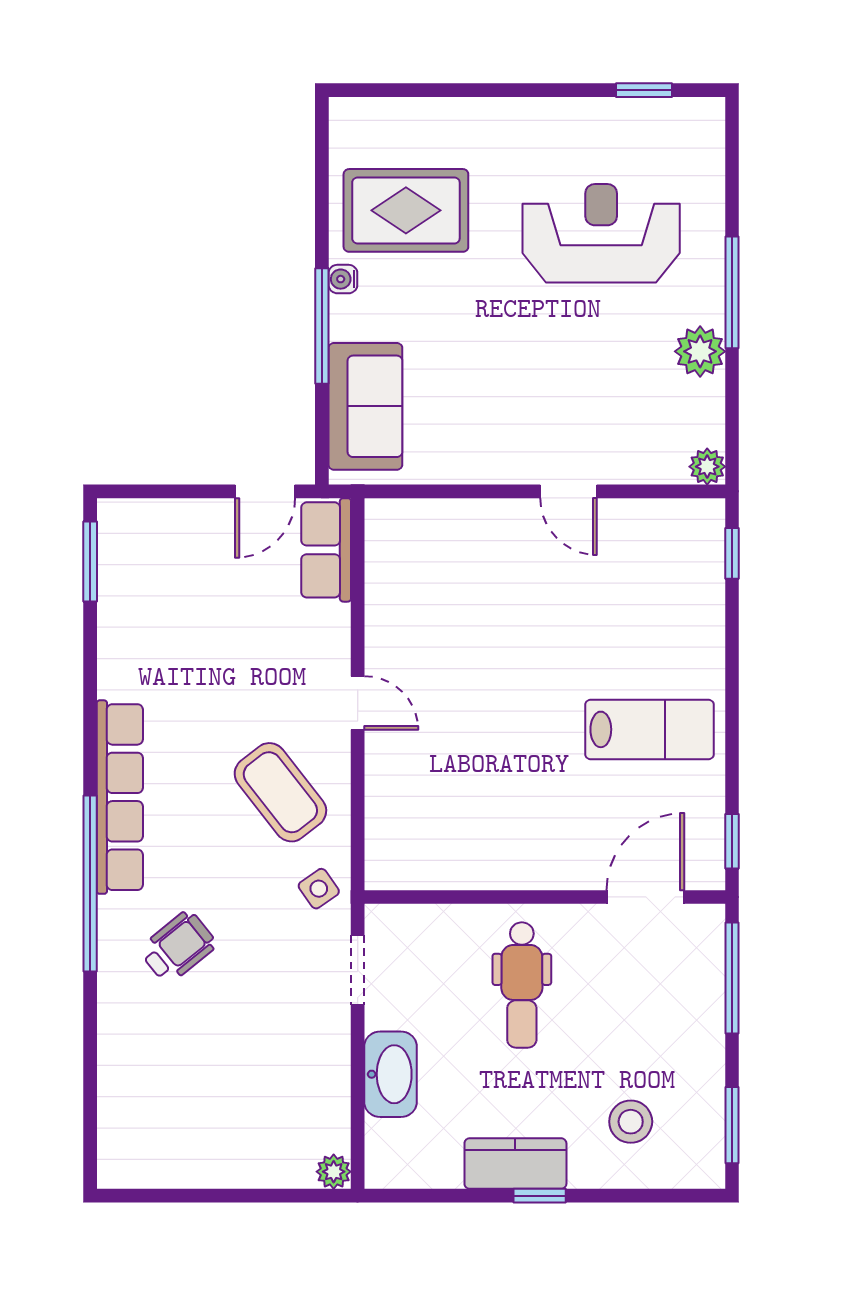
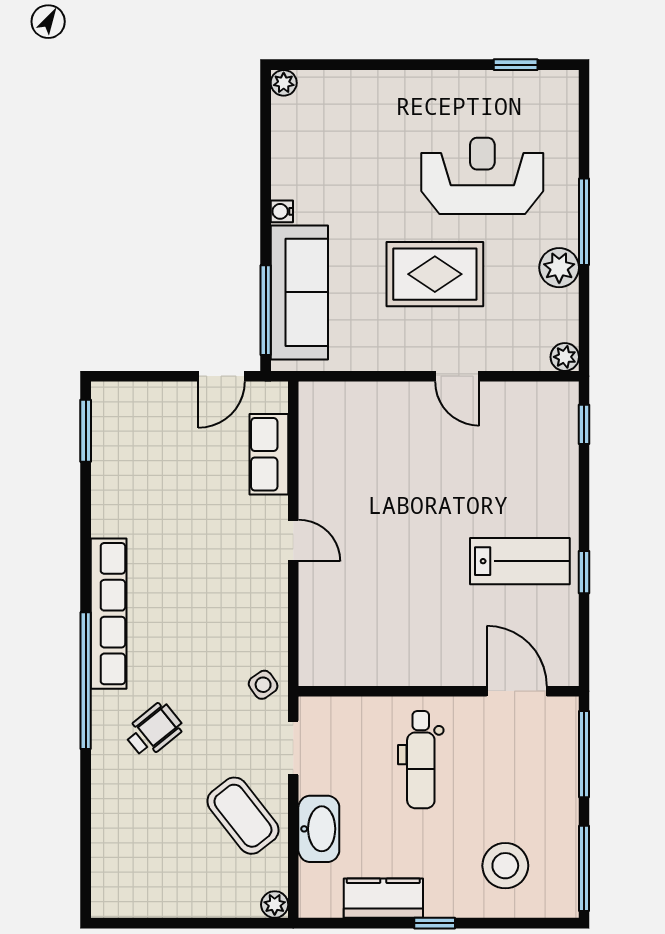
plant: (345, 113) -> (284, 83), added
rug: (406, 210) -> (435, 274), moved
window: (322, 326) -> (266, 310), moved
sofa: (365, 406) -> (299, 292), width x1.36
row of seats: (326, 550) -> (269, 454), moved
coffee table: (280, 792) -> (243, 816), moved
window: (732, 841) -> (584, 572), moved
door: (645, 897) -> (517, 691), hinge flipped
stool: (631, 1122) -> (505, 866), width x1.38, depth x1.38
window: (732, 1125) -> (584, 868), width x1.44
kitchen counter: (515, 1164) -> (383, 898), moved

